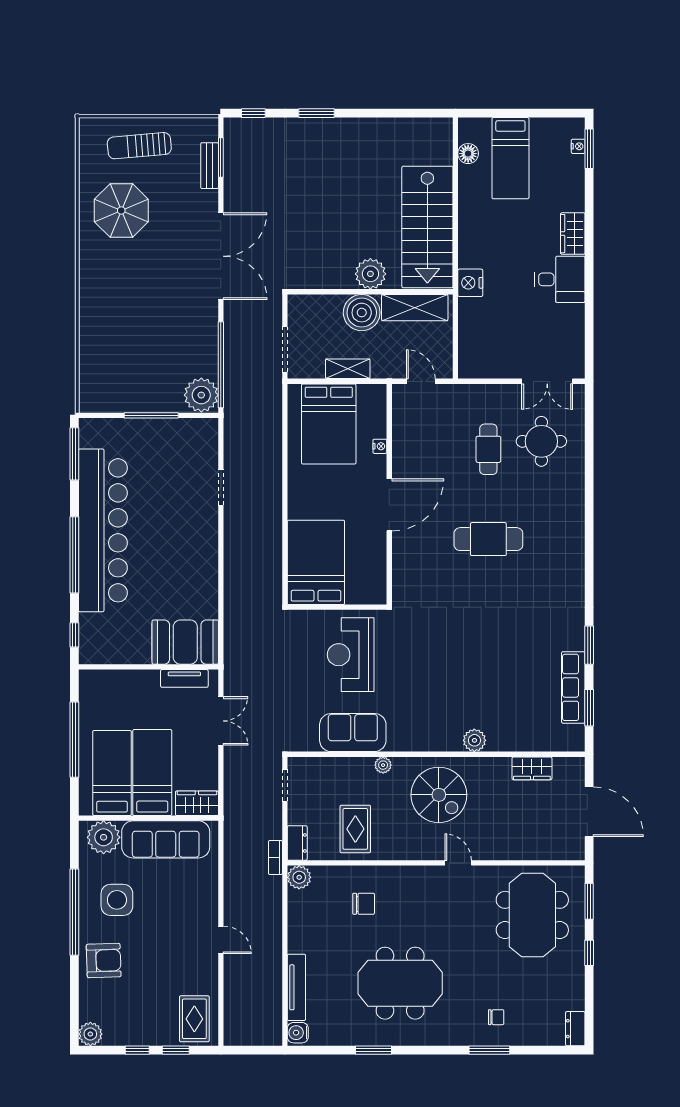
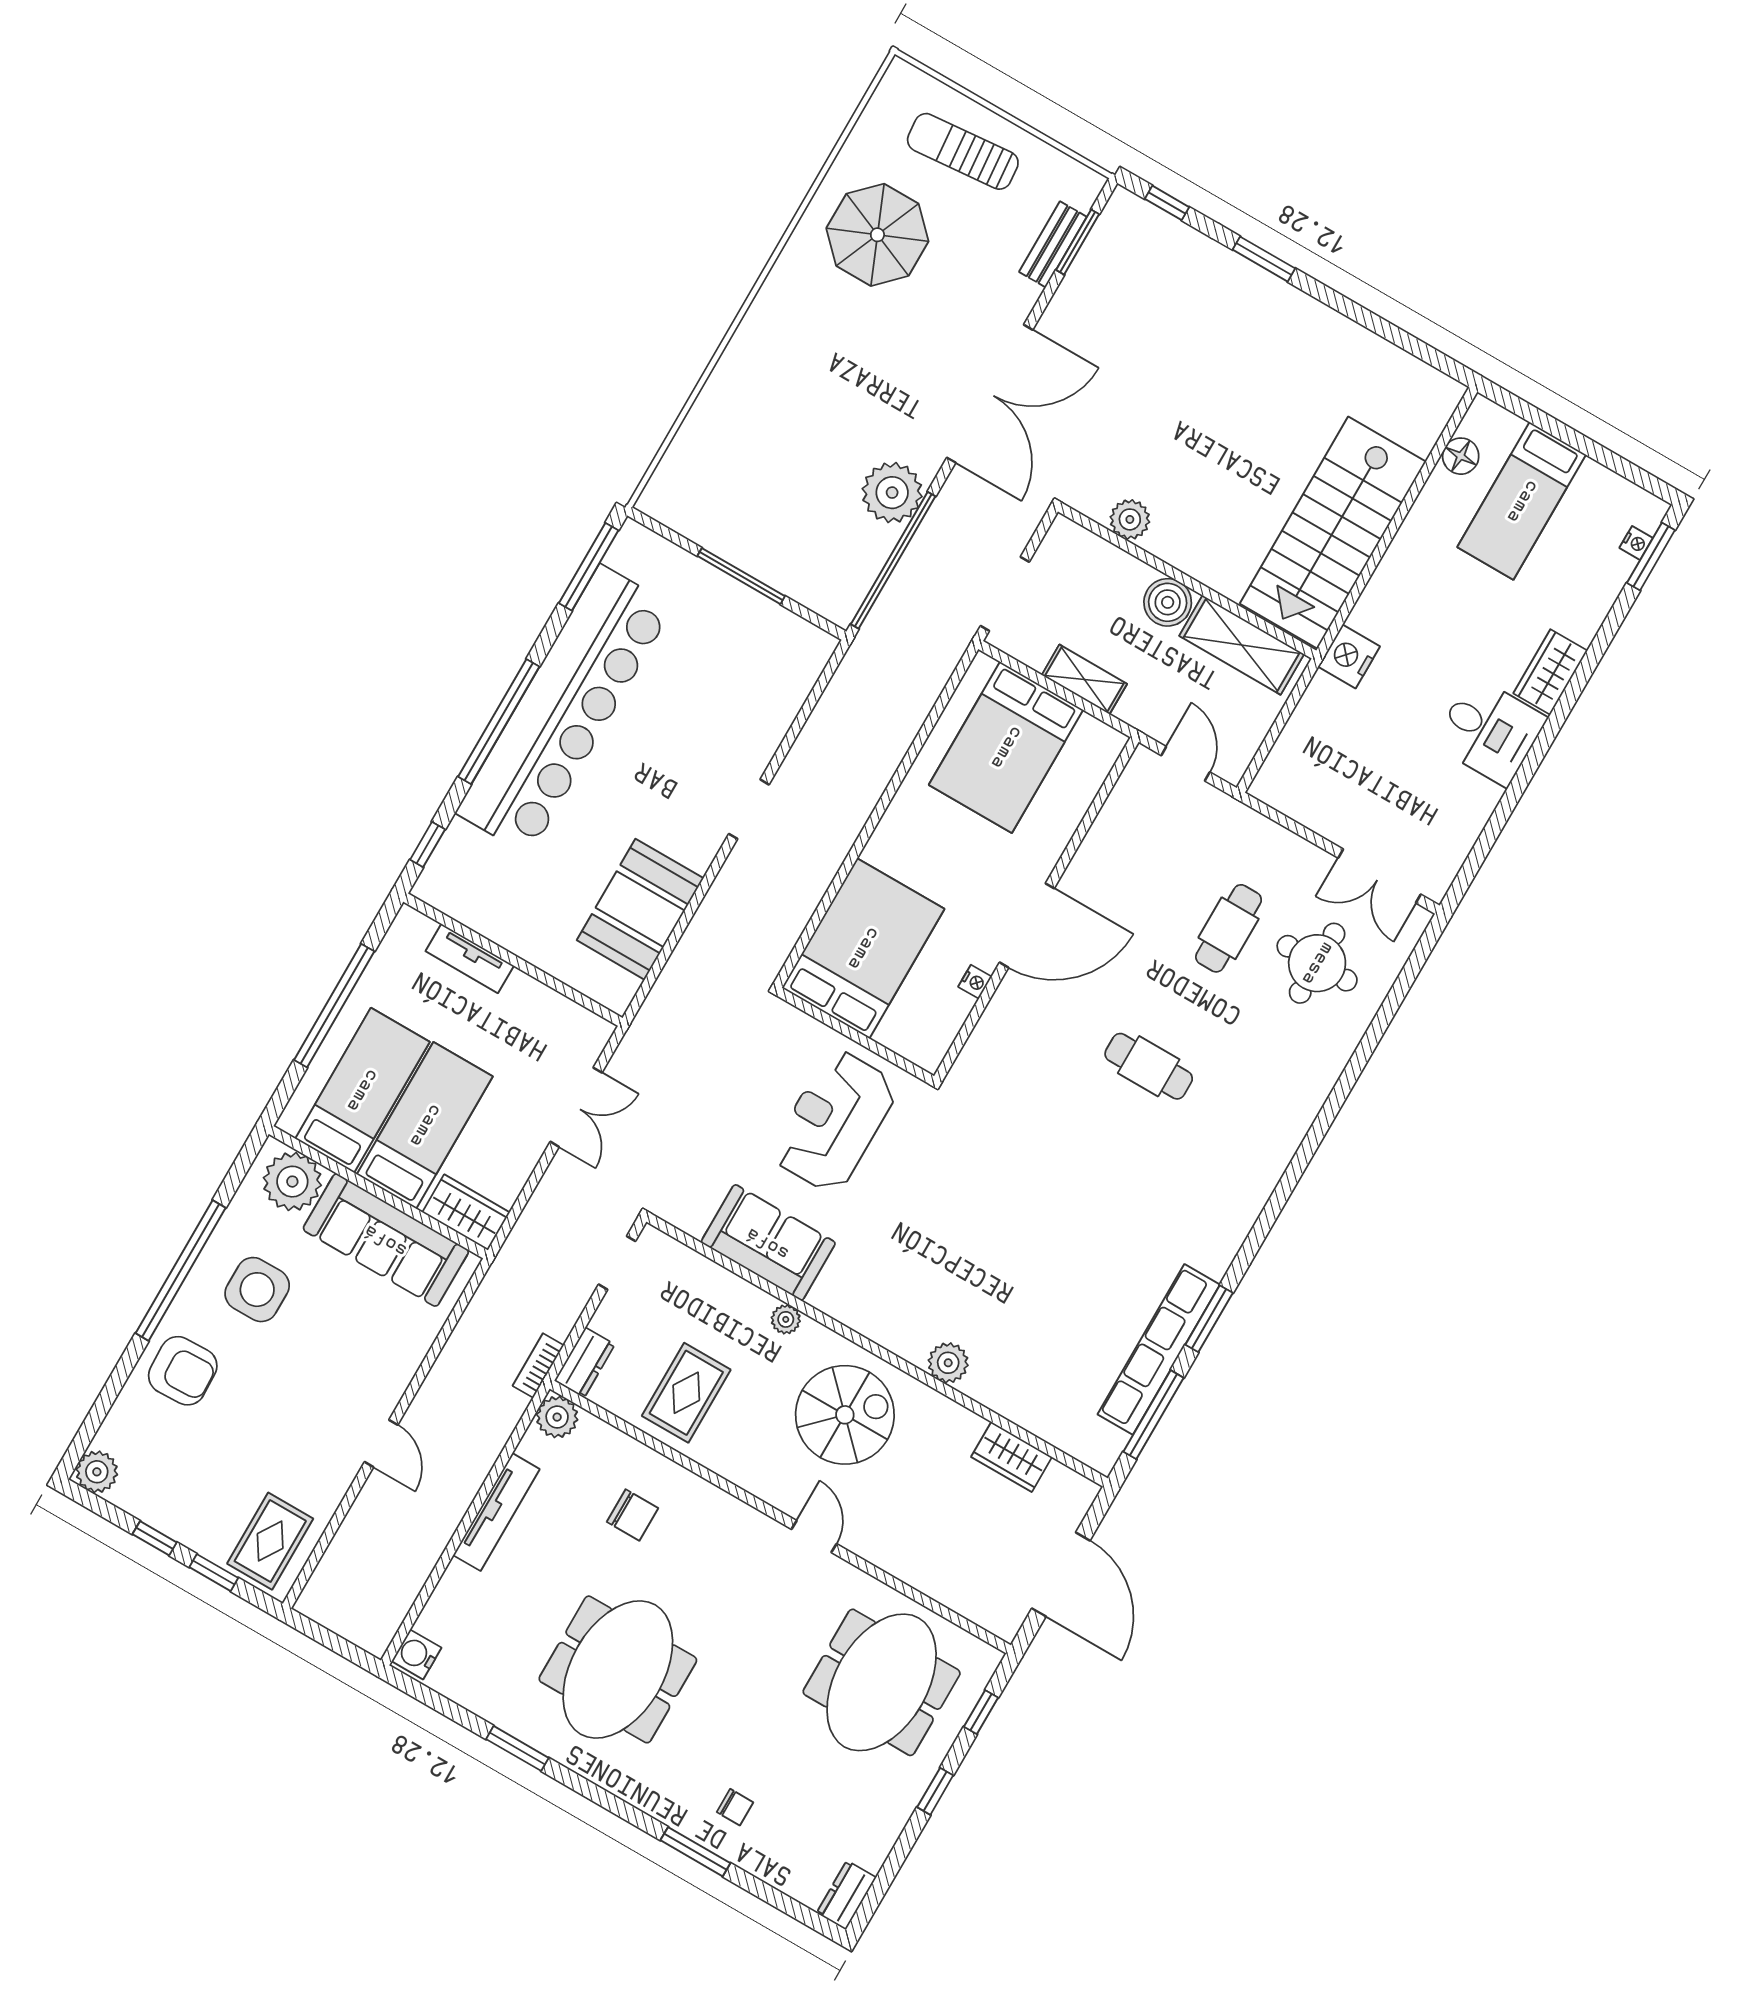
plant: (370, 274) -> (1130, 519), moved, width x0.73, depth x0.73
boiler: (362, 313) -> (1168, 602), width x0.73, depth x0.73
plant: (201, 395) -> (892, 493), moved
nightstand: (380, 446) -> (975, 982), moved
doorway: (221, 487) -> (749, 809), moved
cafe table: (488, 539) -> (1149, 1066), width x0.73, depth x0.74
booth: (185, 642) -> (640, 909), moved, turned 90
tv unit: (184, 678) -> (470, 958), moved
row of seats: (573, 687) -> (1159, 1349), width x1.36
window: (589, 708) -> (1153, 1415), width x1.44
spiral stairs: (439, 795) -> (845, 1415), turned -90
window: (589, 901) -> (981, 1712), width x0.67
meeting table: (400, 983) -> (618, 1669), turned 90
tv unit: (296, 987) -> (496, 1512), moved

